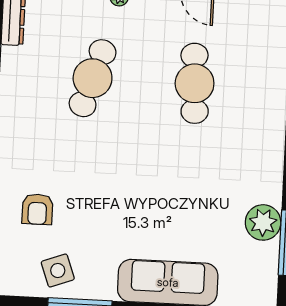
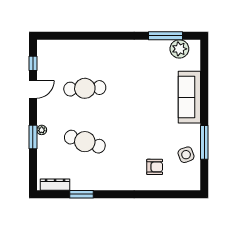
plant: (263, 222) -> (179, 49), moved

